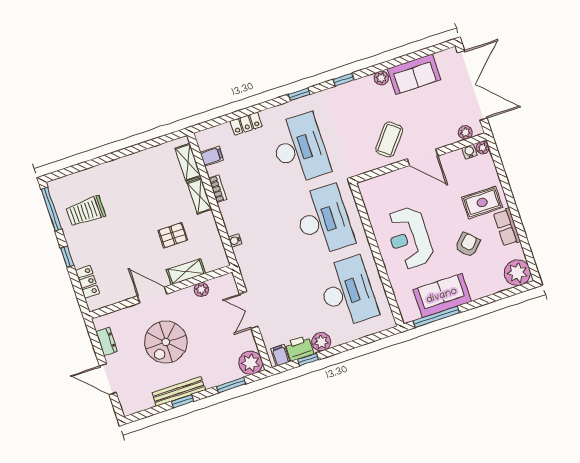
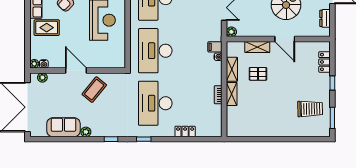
filing cabinet: (212, 156) -> (215, 47), moved
shelving: (188, 162) -> (232, 69), moved
window: (51, 209) -> (332, 118), width x0.69
plant: (201, 290) -> (231, 32), moved

